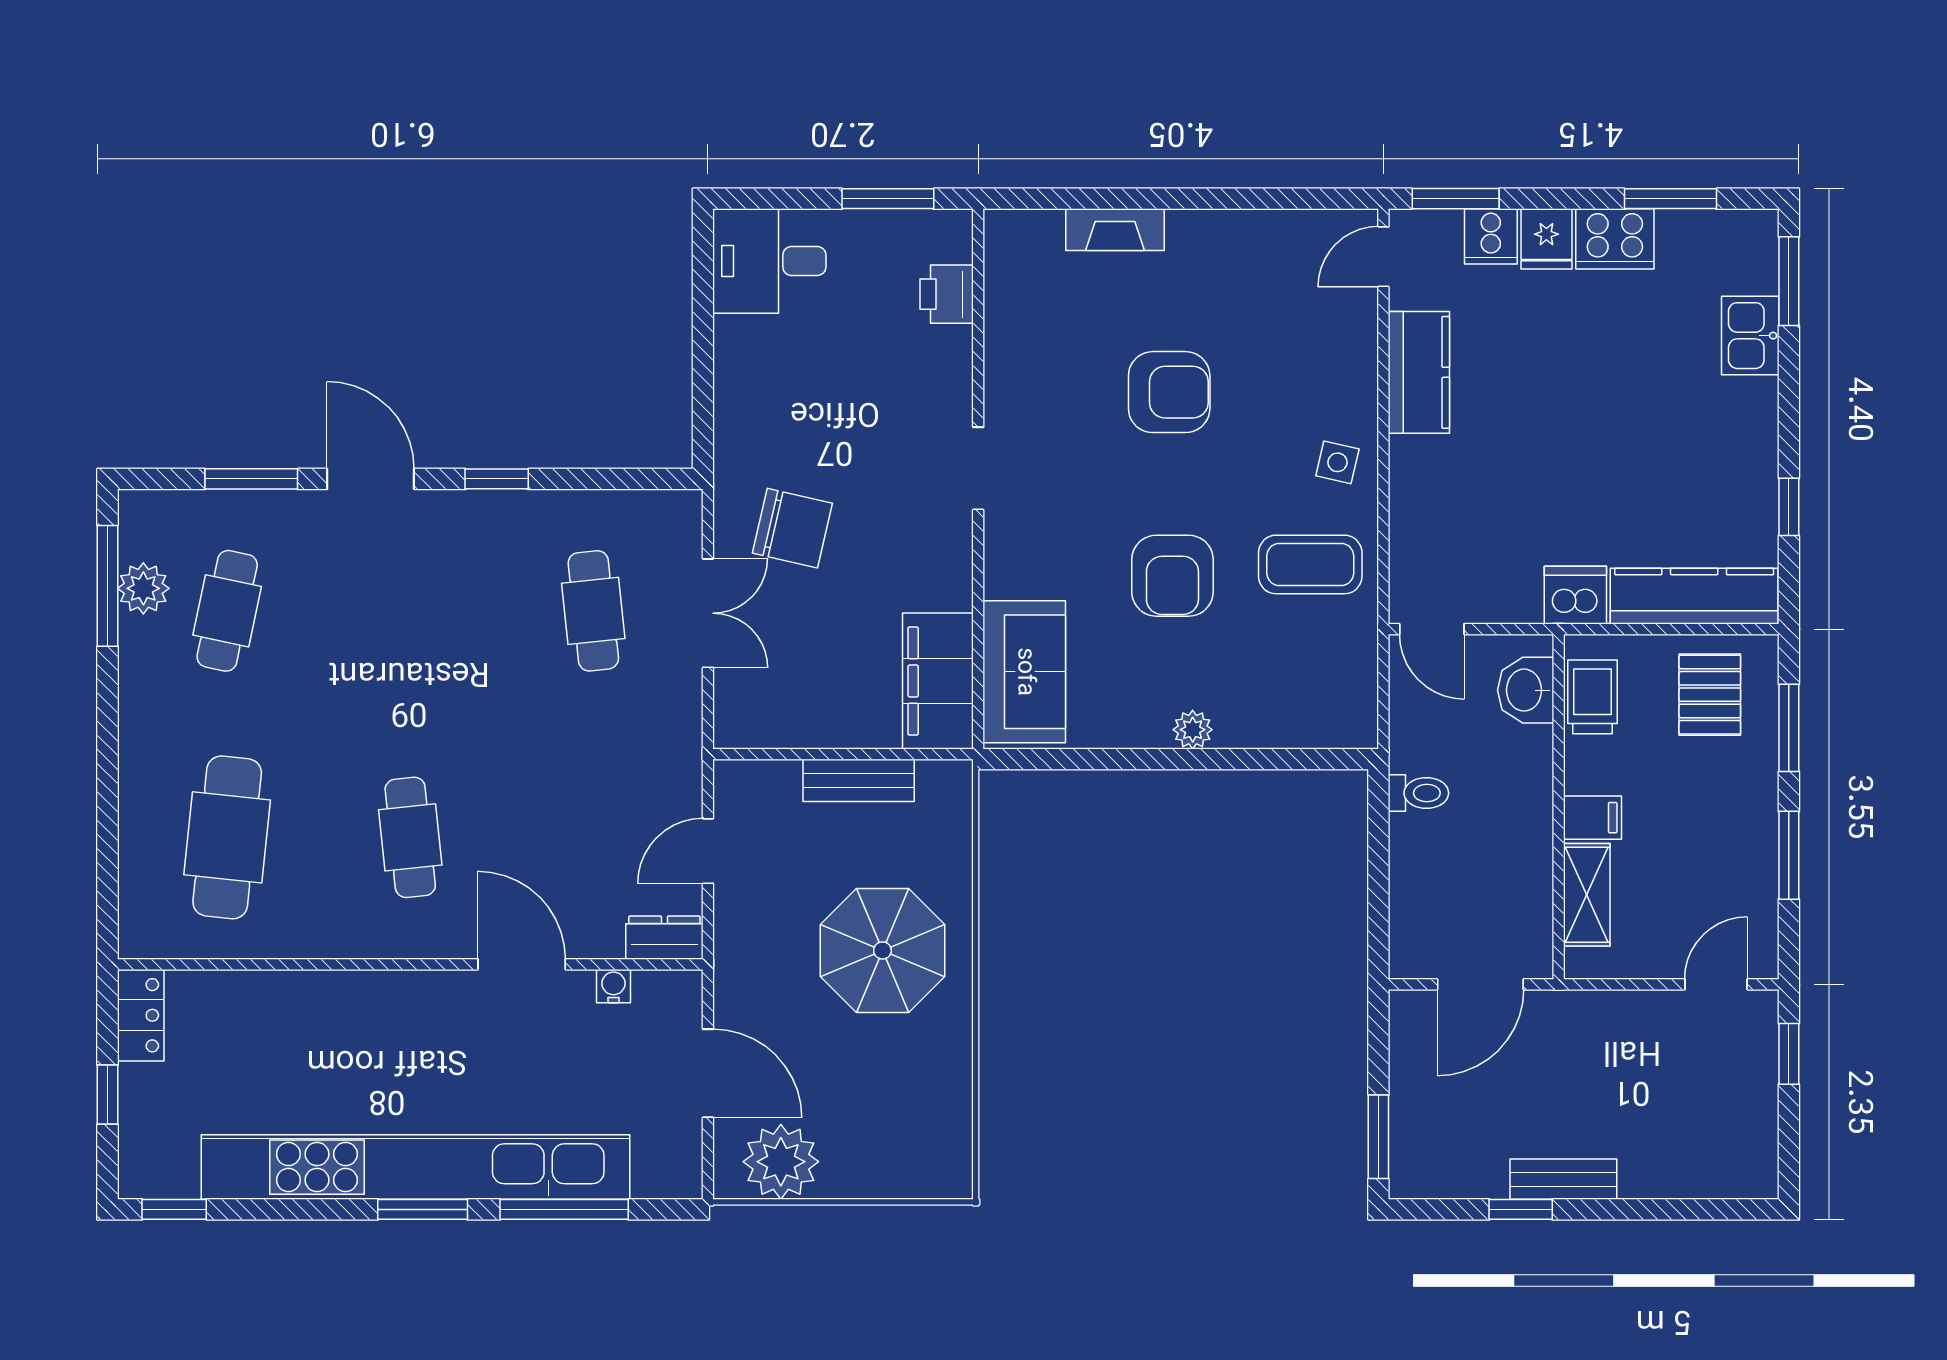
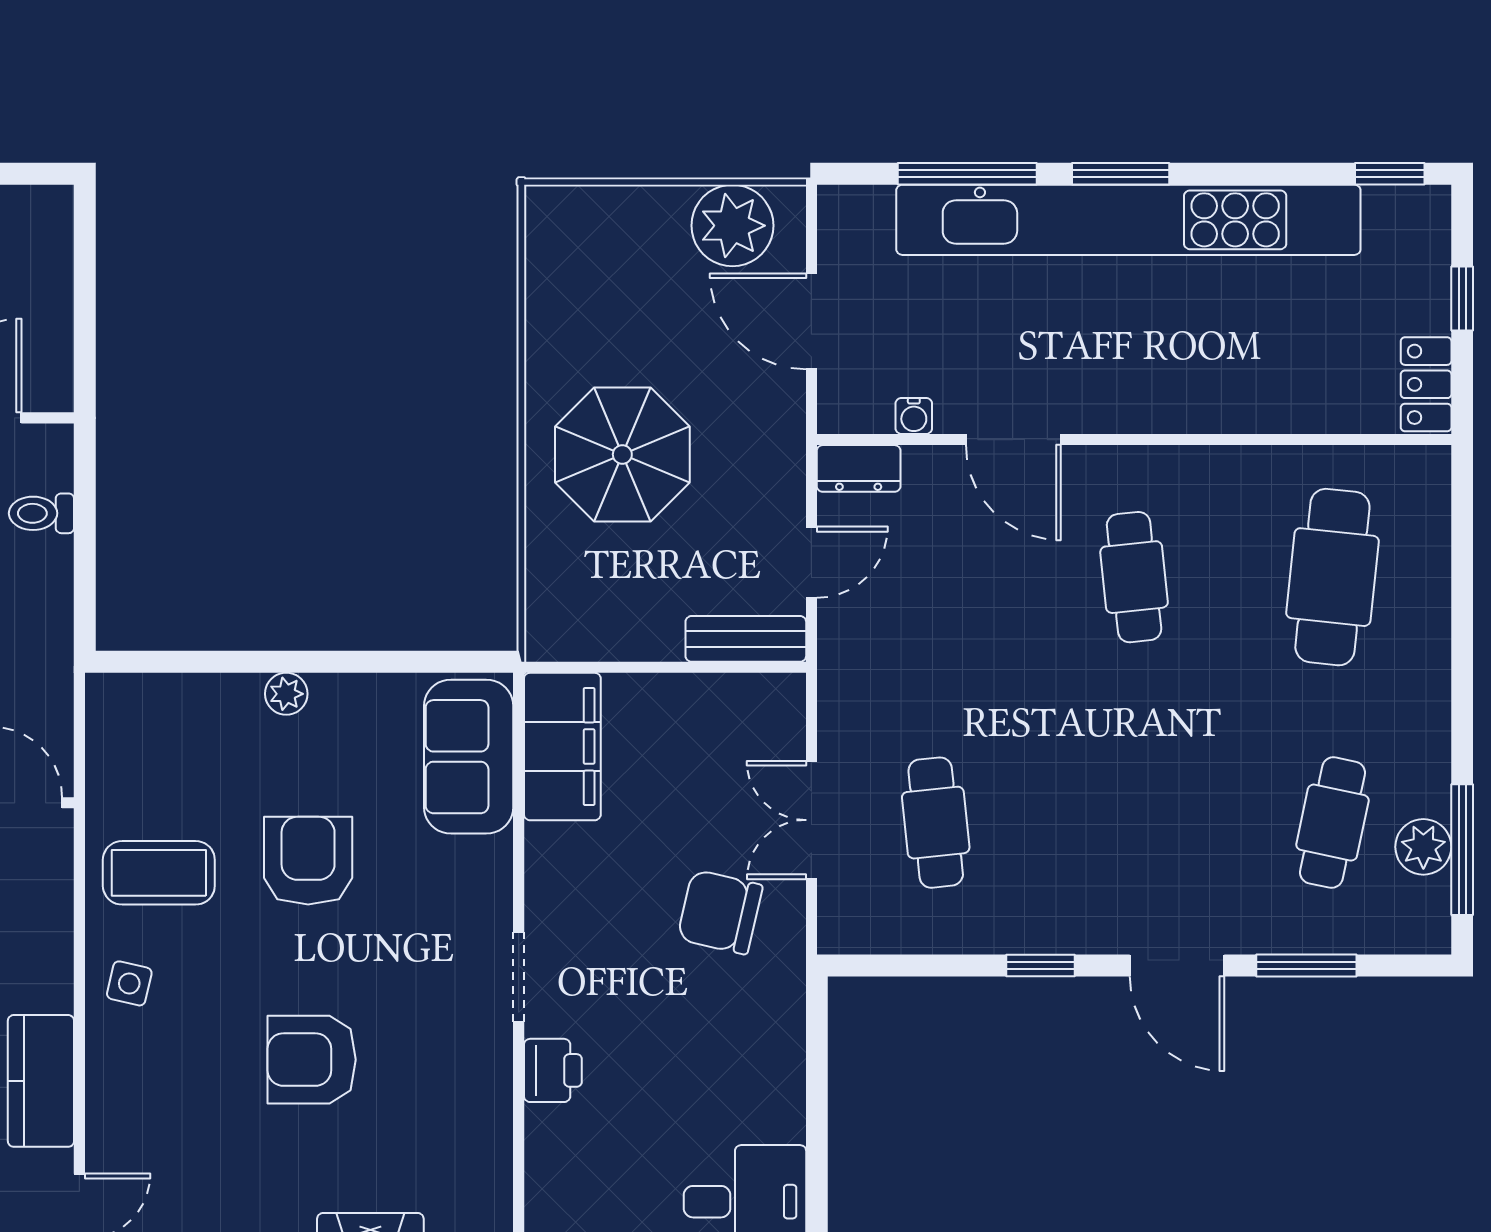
printer: (947, 294) -> (553, 1070), moved
bench: (859, 780) -> (746, 639), moved
toilet: (1419, 793) -> (41, 513), moved
window: (1378, 1137) -> (85, 253), removed

